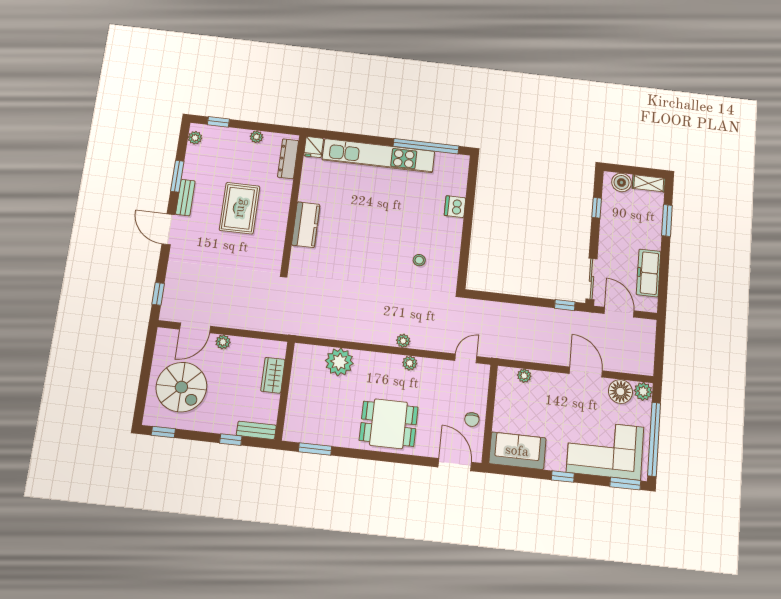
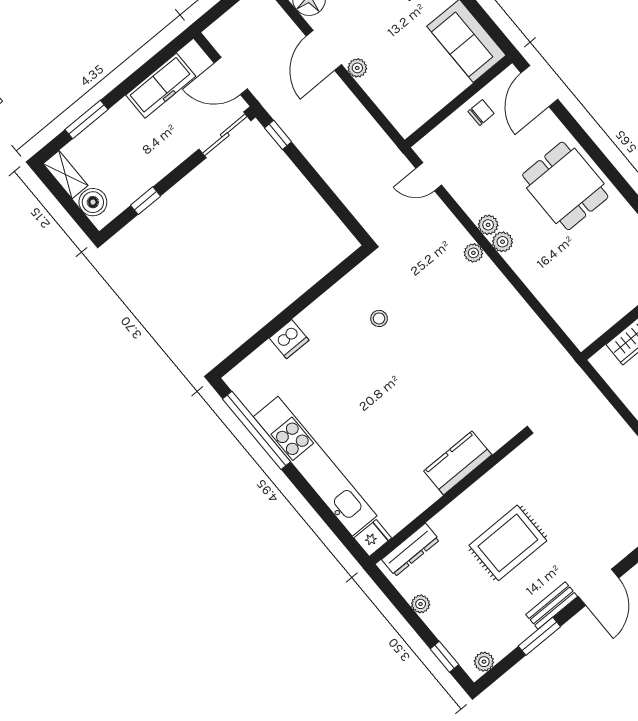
door: (619, 312) -> (231, 76), hinge flipped
plant: (339, 362) -> (503, 242), moved, width x0.53, depth x0.53
plant: (524, 376) -> (357, 68), moved

